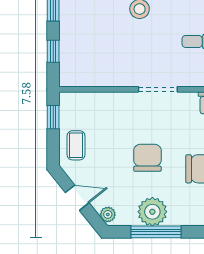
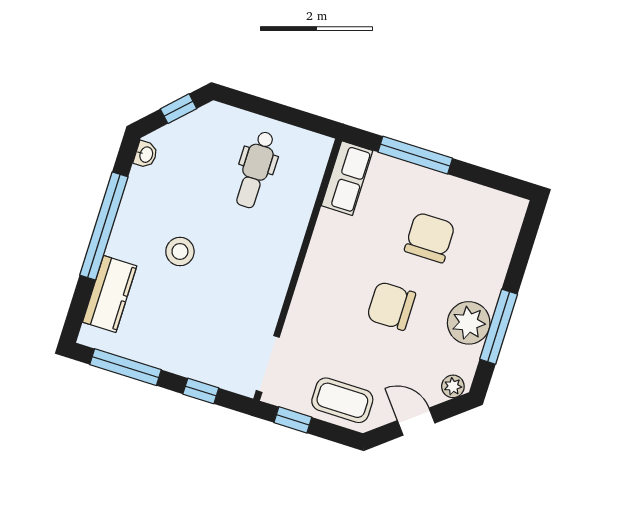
doorway: (158, 89) -> (268, 364), moved
coffee table: (76, 145) -> (342, 400), width x1.36, depth x1.30
door: (77, 198) -> (416, 422), hinge flipped

